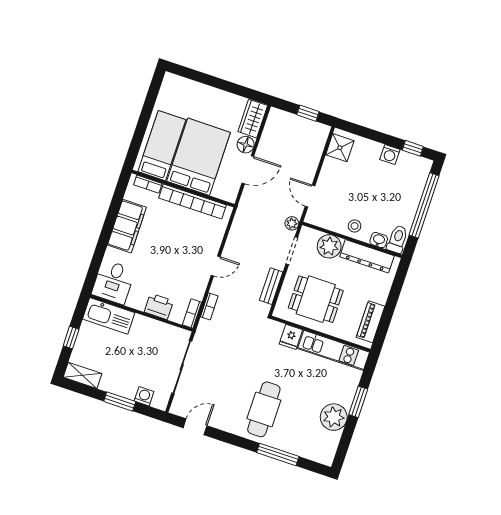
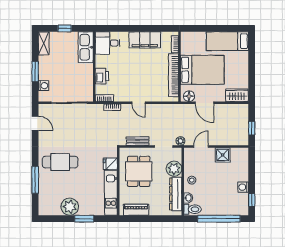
floor lamp: (246, 145) -> (189, 96), moved
bed: (162, 146) -> (227, 41), moved, turned 180
shower: (340, 148) -> (223, 155), moved

